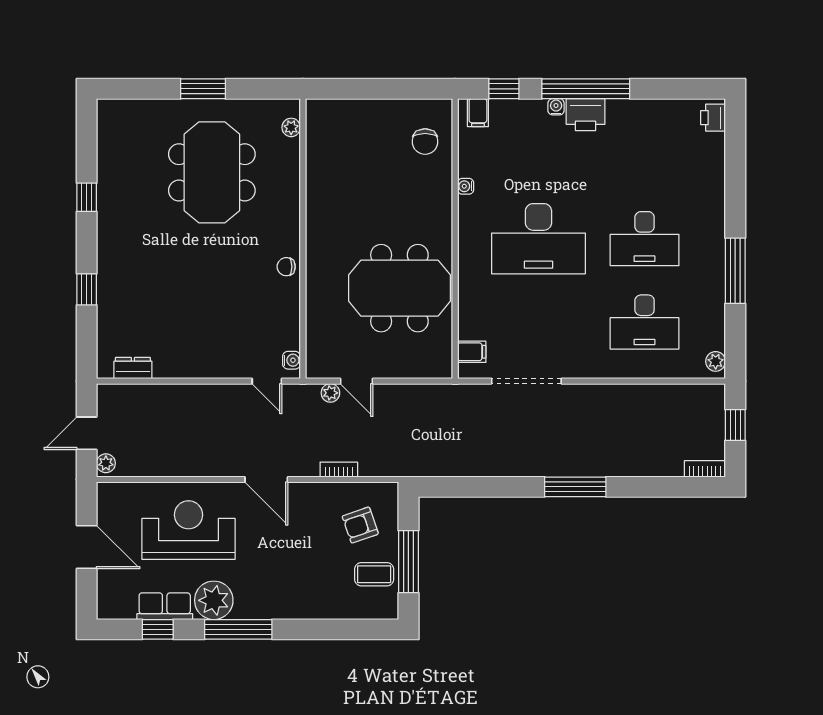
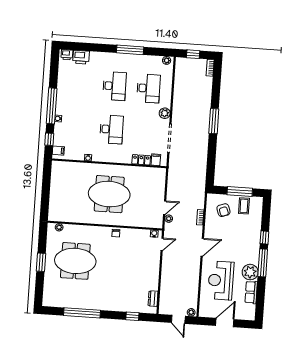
printer: (586, 115) -> (81, 57), moved, turned 90
chair: (425, 142) -> (69, 173), removed
window: (87, 197) -> (82, 313), width x3.17
desk: (538, 239) -> (111, 129), width x0.73, depth x0.77
meeting table: (399, 288) -> (109, 194), moved, turned 90
window: (87, 289) -> (132, 316), moved
locker: (469, 316) -> (141, 160), added
plant: (587, 366) -> (165, 113), added
window: (158, 629) -> (264, 237), moved

